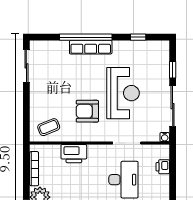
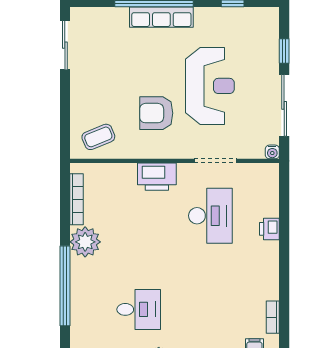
printer: (74, 154) -> (157, 177), moved
printer: (163, 167) -> (269, 229), moved

